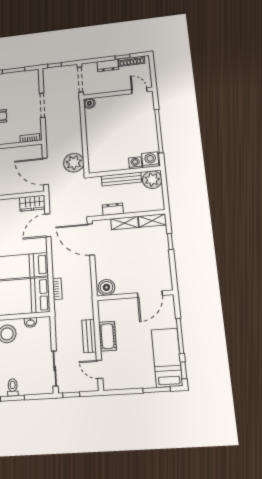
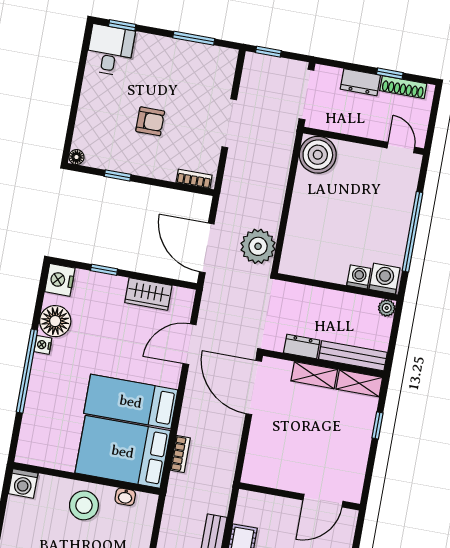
boiler: (89, 103) -> (318, 155), width x1.86, depth x1.86
bench: (121, 179) -> (353, 356), moved
plant: (152, 180) -> (387, 308), width x0.53, depth x0.53
wardrobe: (32, 203) -> (148, 294), moved
boiler: (106, 287) -> (259, 472), removed

